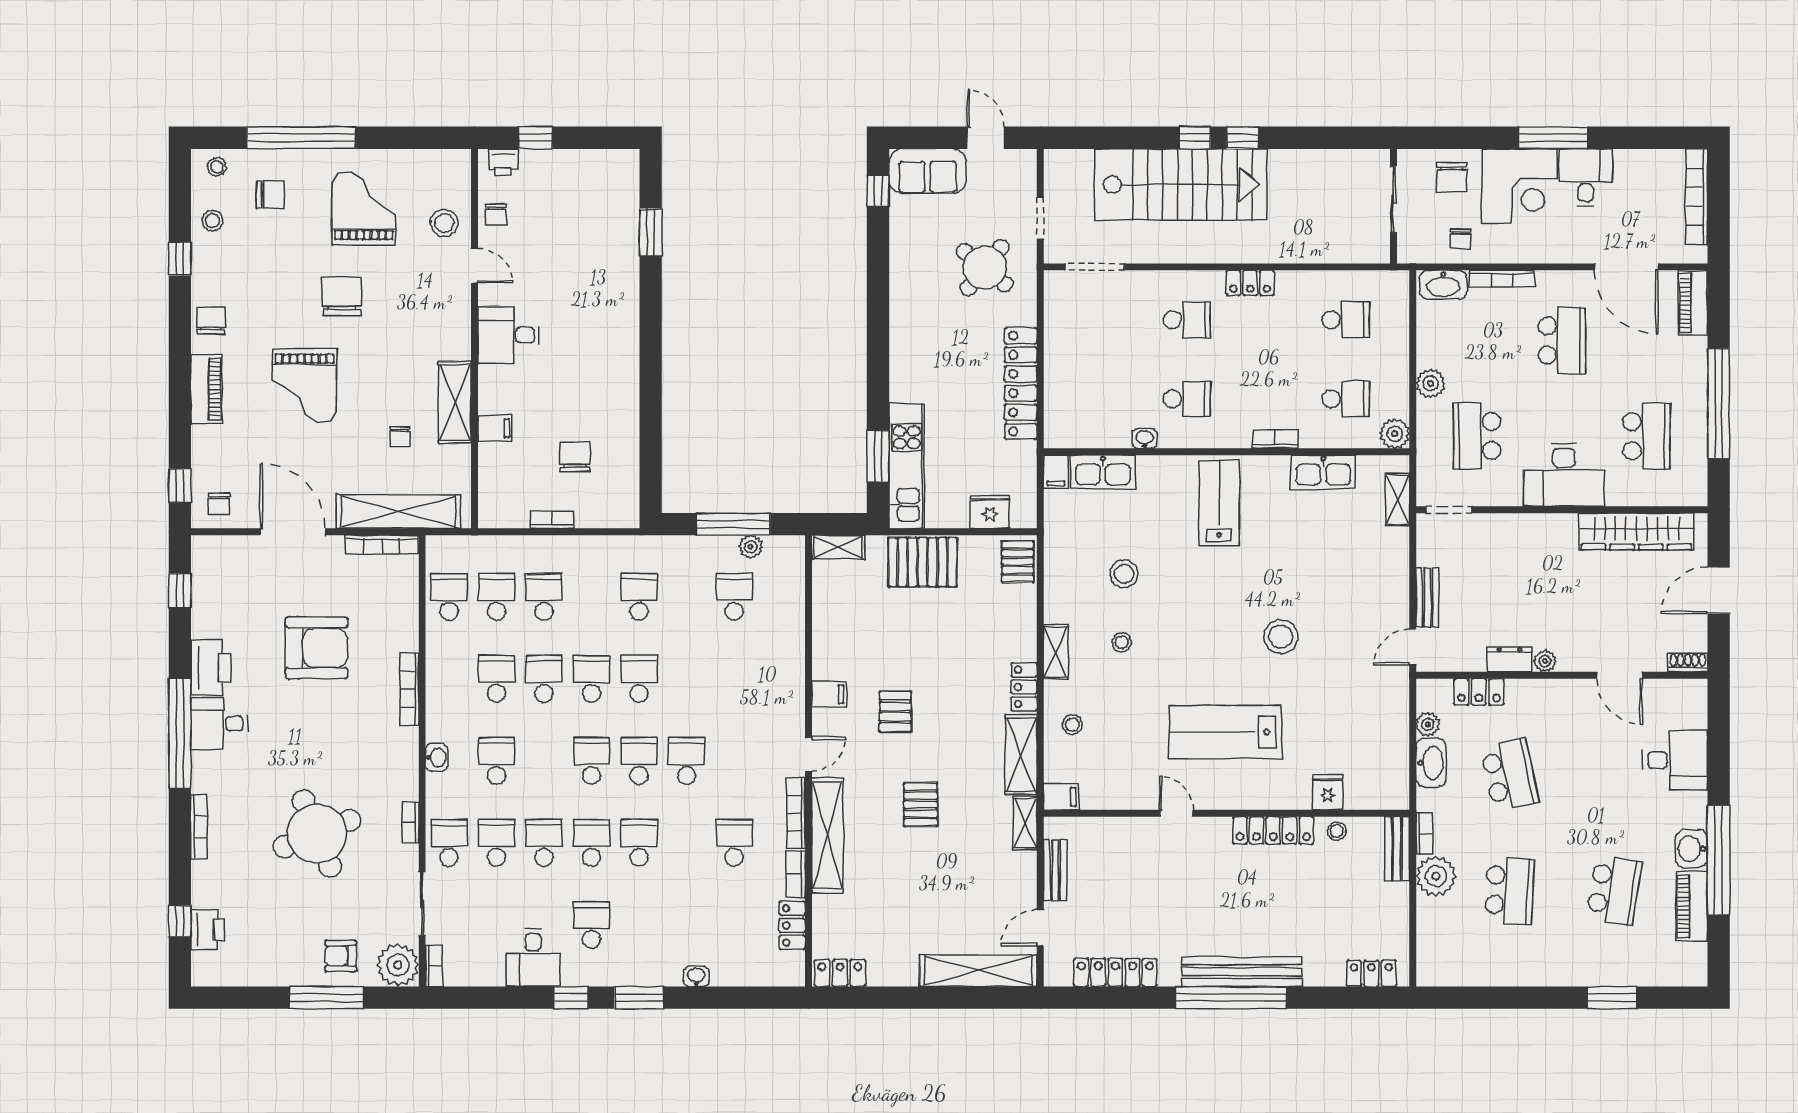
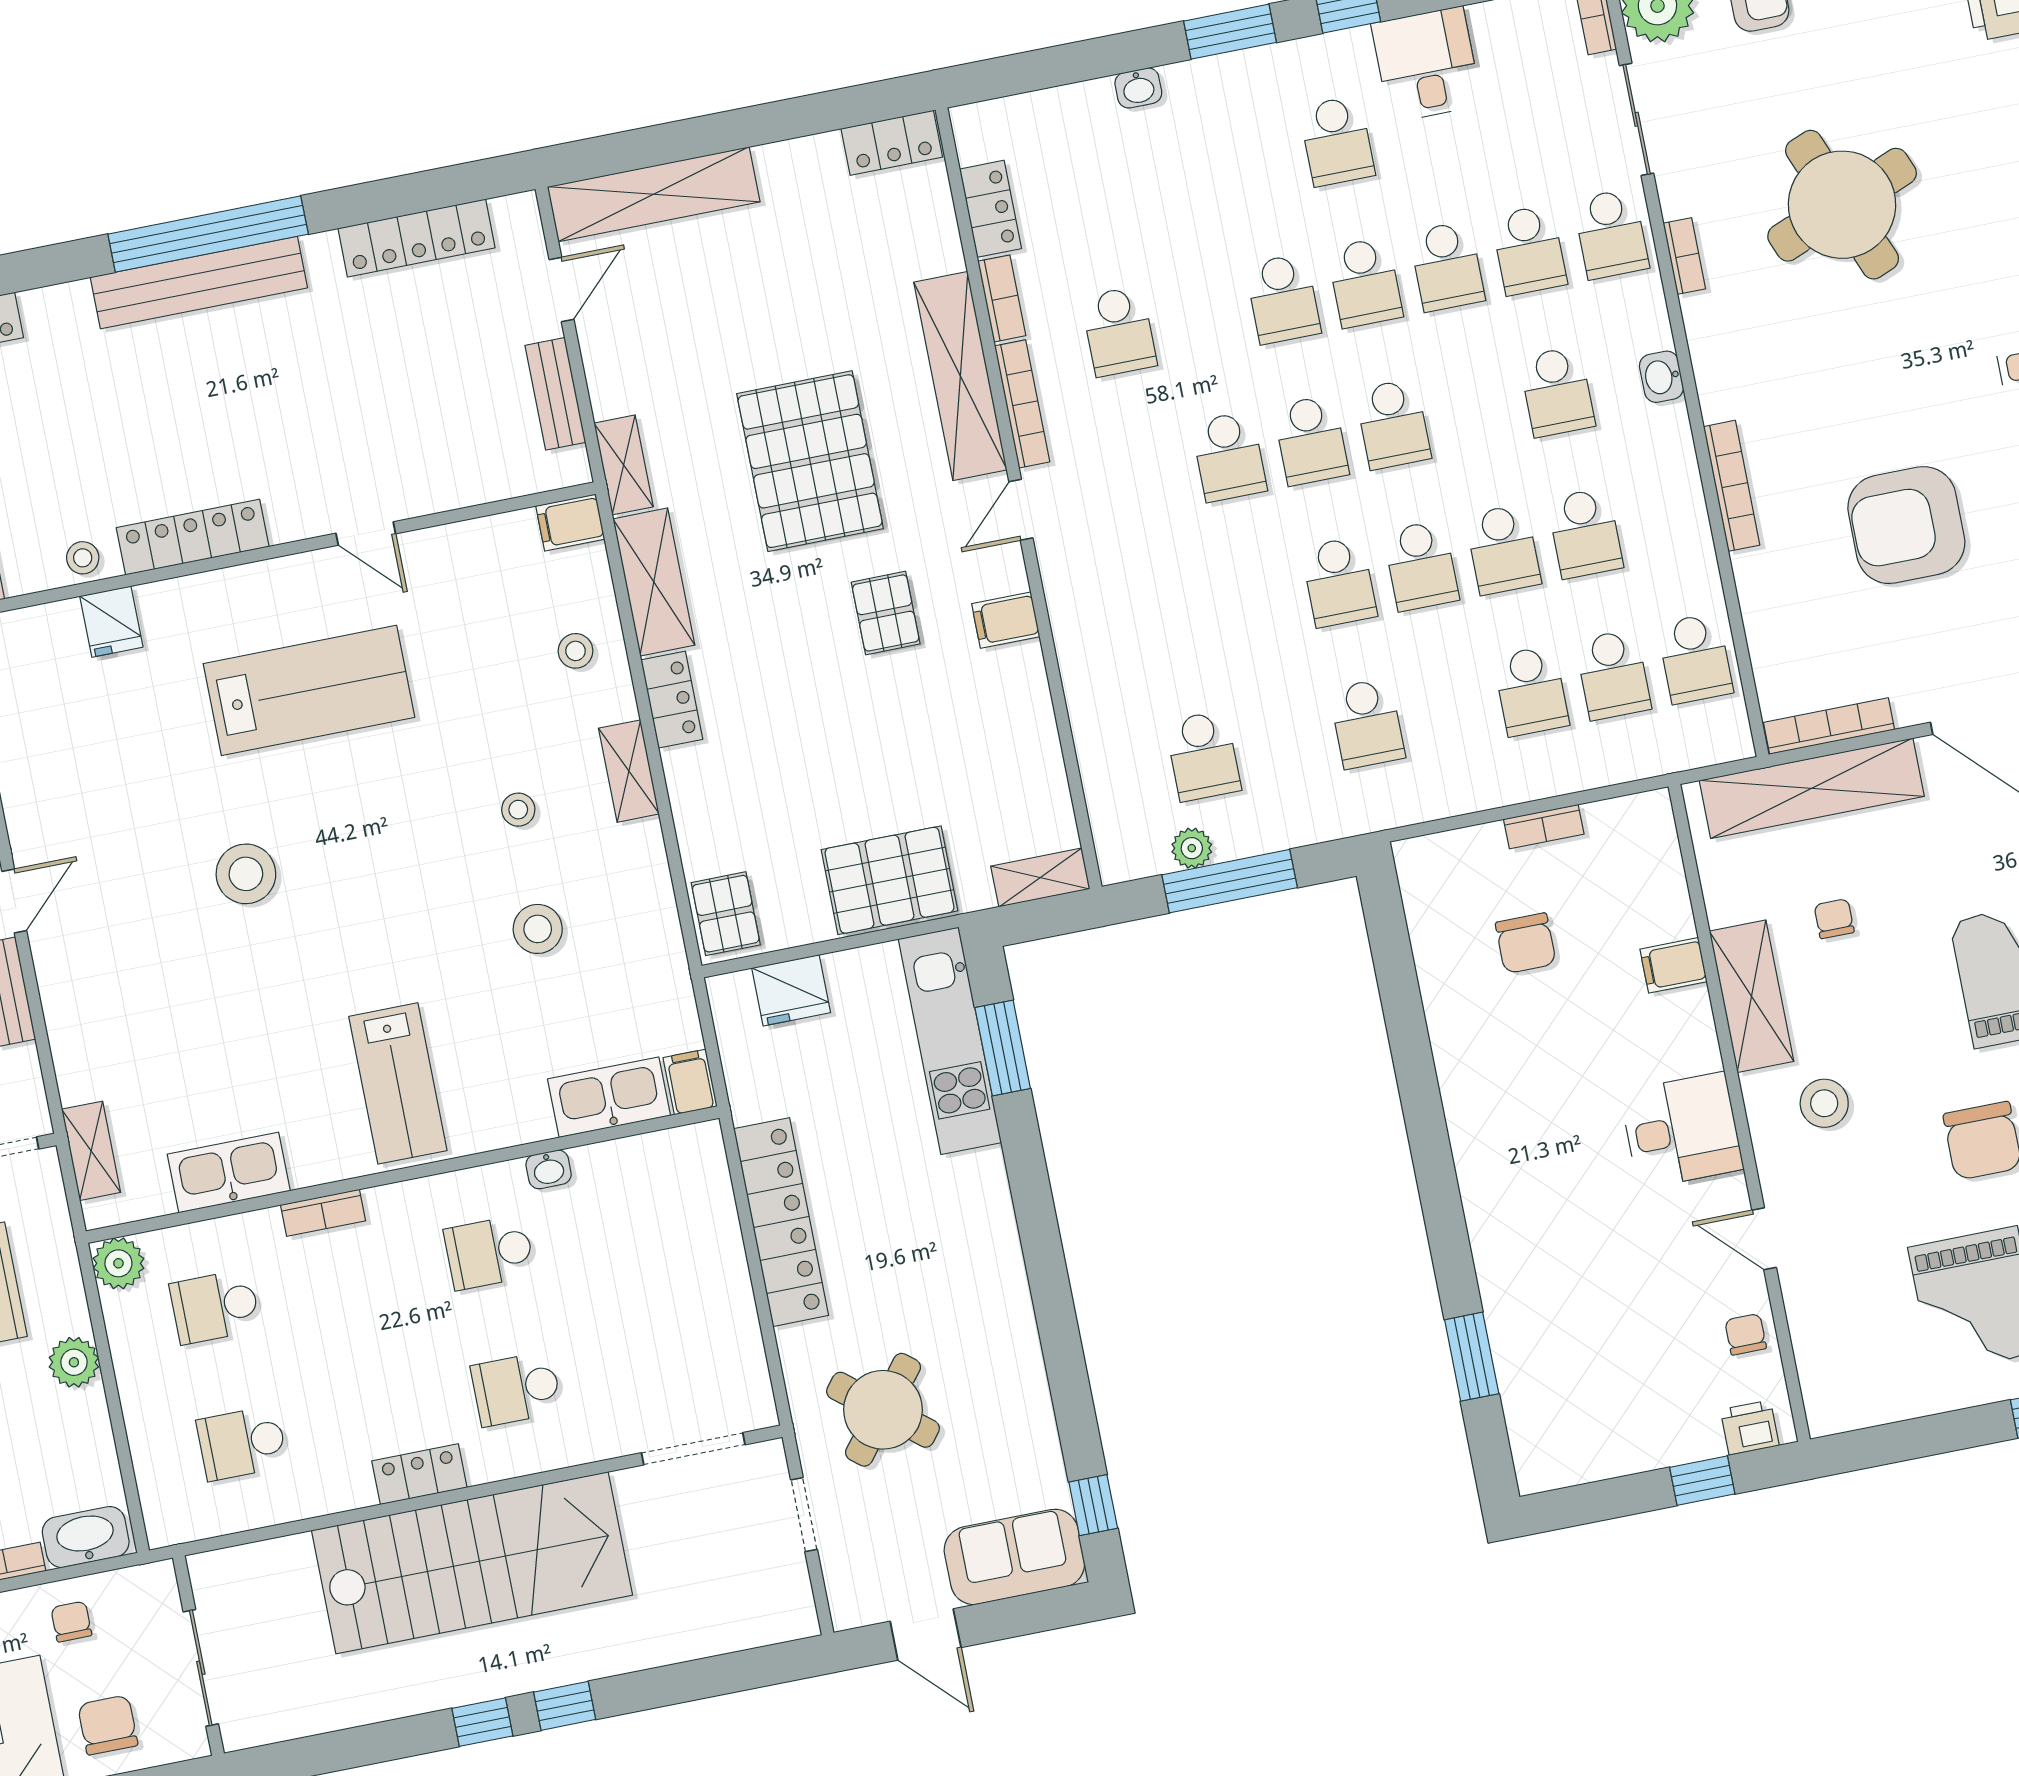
stairs: (1181, 185) -> (472, 1563), moved, turned 180
stool: (444, 223) -> (1824, 1103), moved
pallet: (921, 805) -> (810, 461), width x2.05, depth x2.00

